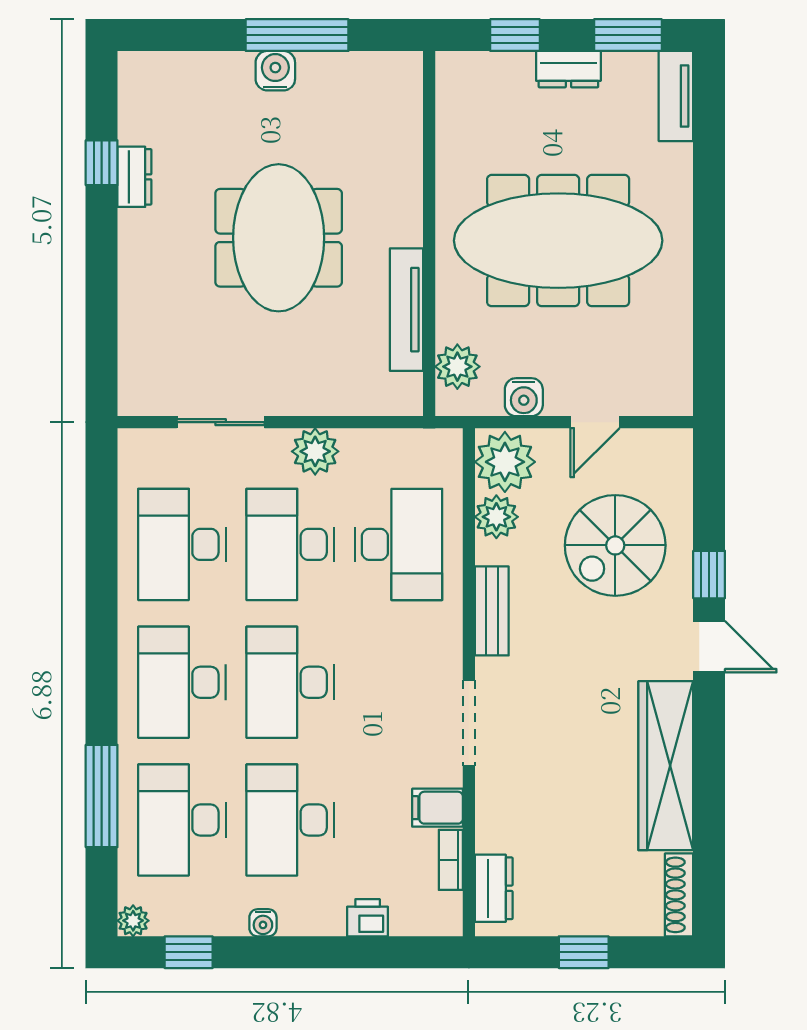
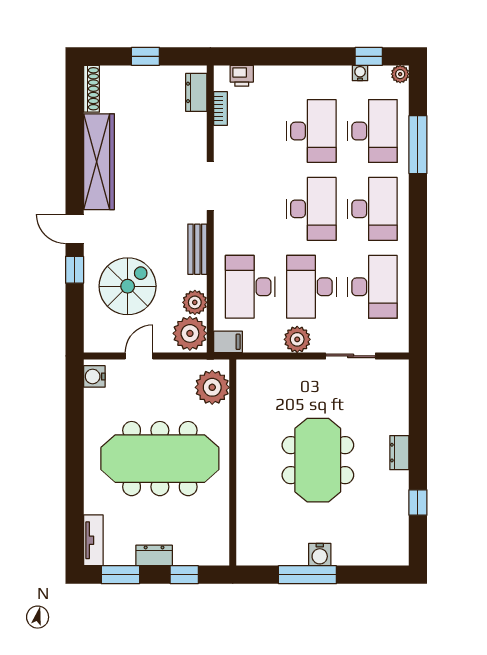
dresser: (134, 177) -> (399, 453), moved
tv unit: (407, 310) -> (246, 420), removed
plant: (457, 367) -> (212, 387), width x1.36, depth x1.36
water cooler: (524, 397) -> (94, 376), moved, turned -90
desk: (290, 544) -> (311, 287), turned 180
filing cabinet: (438, 808) -> (228, 342), moved
printer: (368, 918) -> (242, 76), moved
water cooler: (263, 923) -> (360, 73), moved

